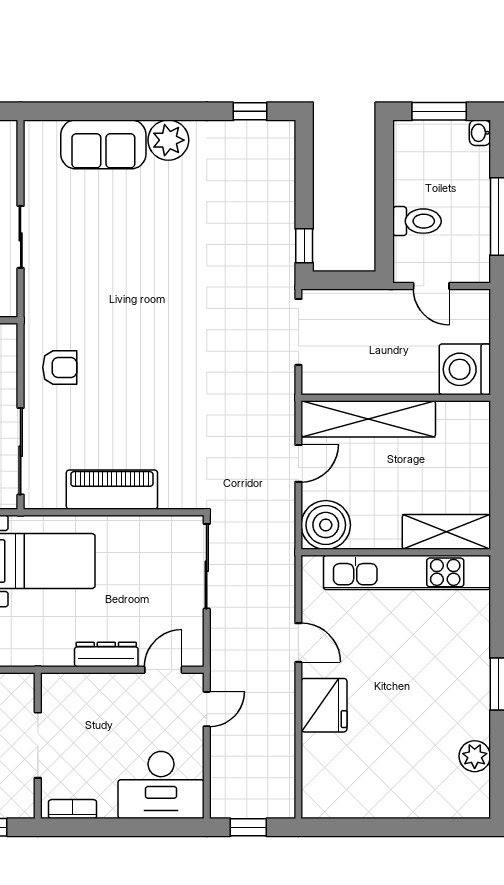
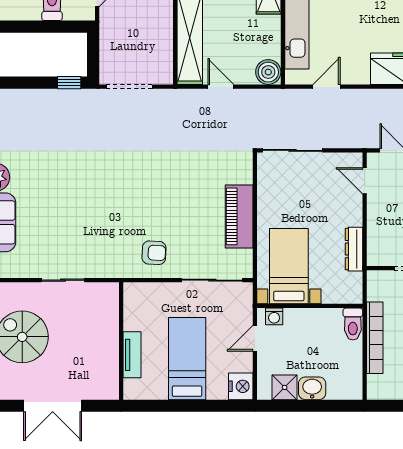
armchair: (60, 368) -> (154, 253), turned 93
boiler: (326, 525) -> (268, 72), width x0.73, depth x0.73
door: (298, 643) -> (326, 87), moved
dresser: (106, 655) -> (354, 249), moved

